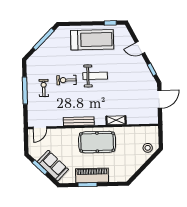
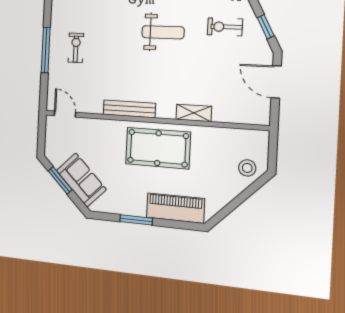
exercise bike: (66, 80) -> (225, 27), moved
door: (160, 99) -> (276, 82), swing flipped
door: (40, 128) -> (65, 114), swing flipped
piano: (92, 175) -> (175, 208), moved

